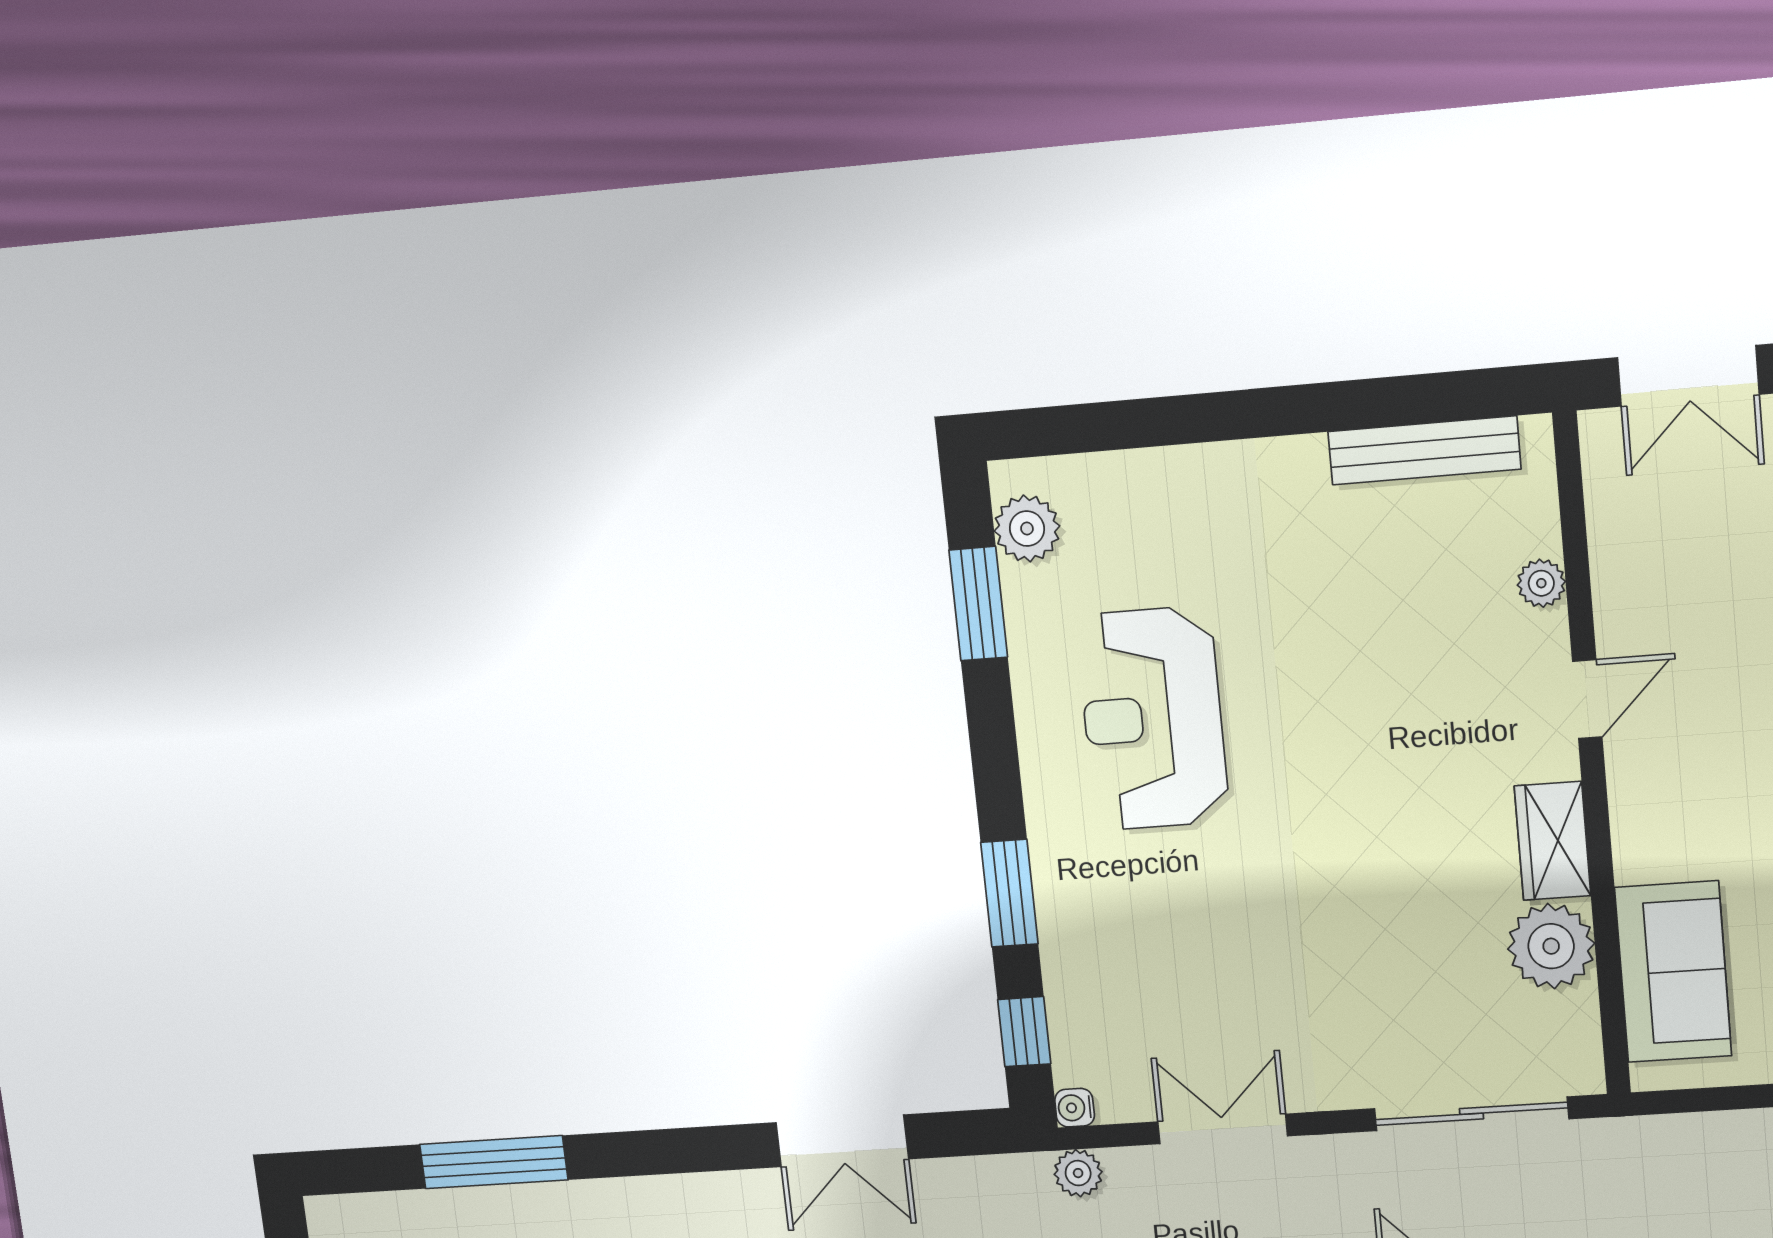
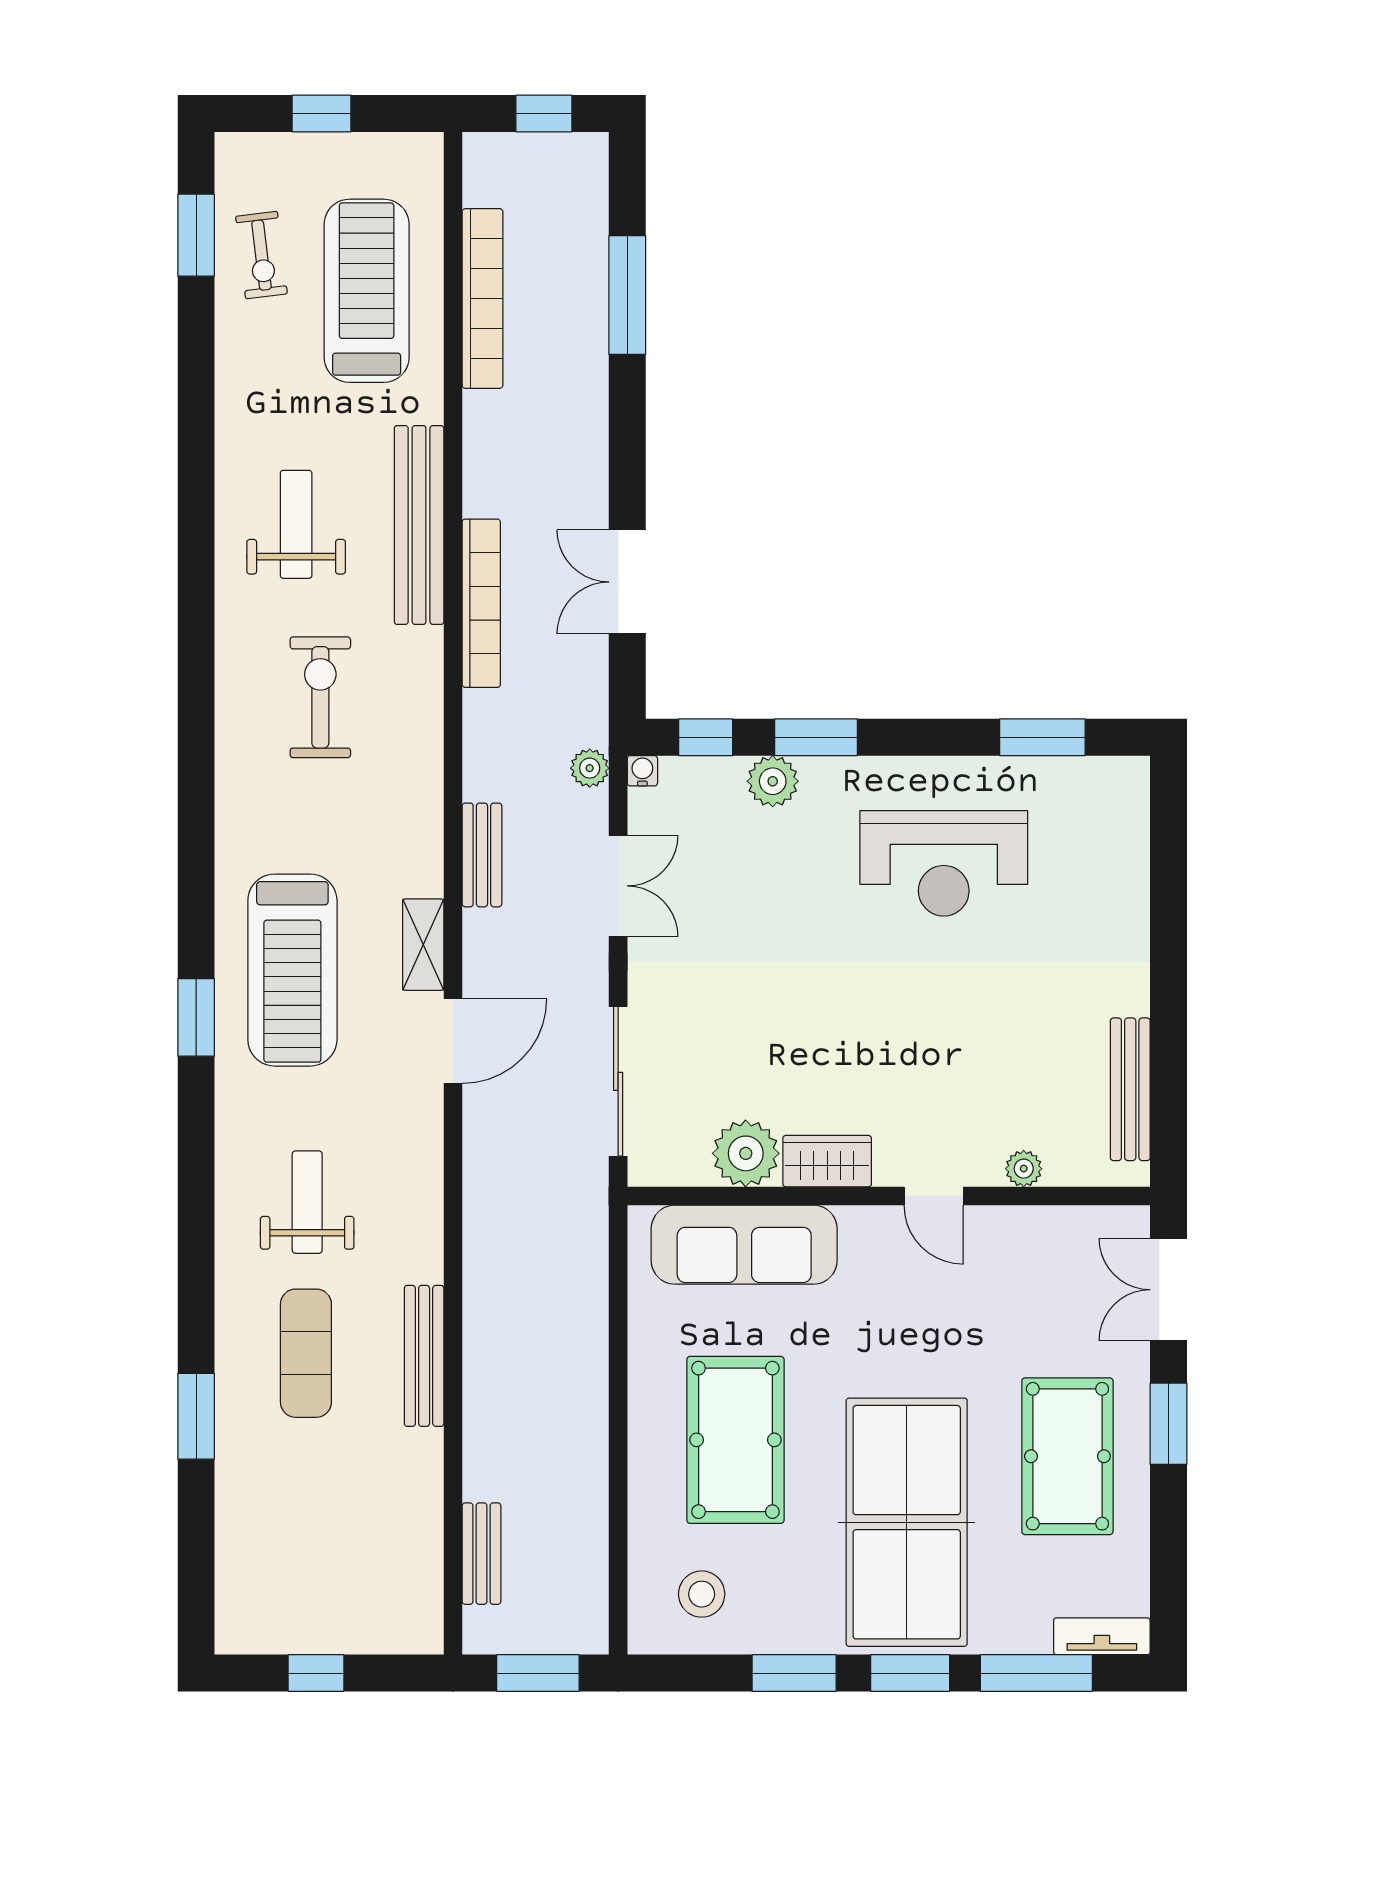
plant: (1027, 529) -> (773, 781), moved
reception desk: (1153, 719) -> (944, 863), turned 180
sofa: (1673, 972) -> (744, 1245), width x1.36

